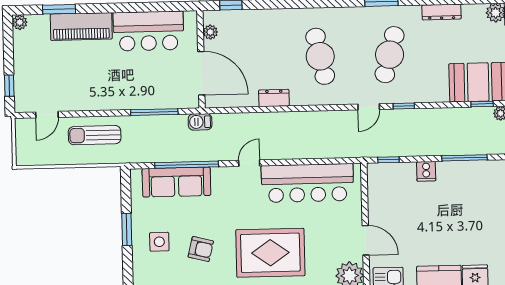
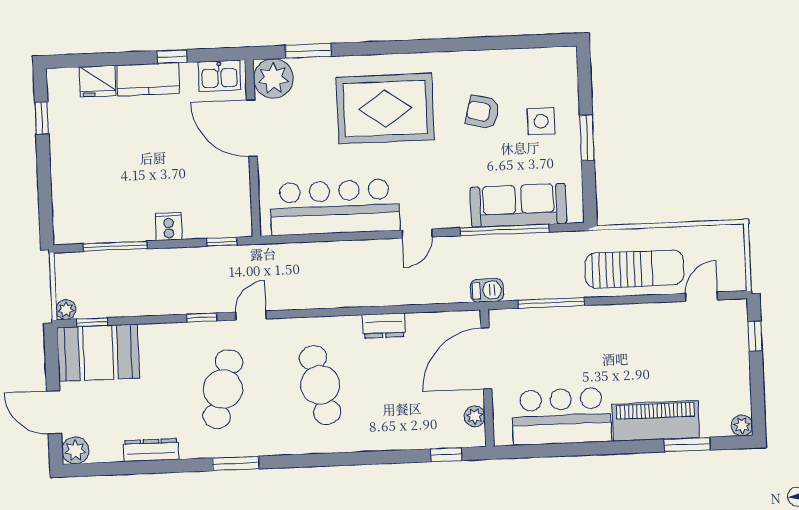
door: (201, 73) -> (486, 358), hinge flipped
sun lounger: (95, 135) -> (634, 269), width x1.36, depth x1.34
door: (366, 240) -> (252, 128), width x1.36

